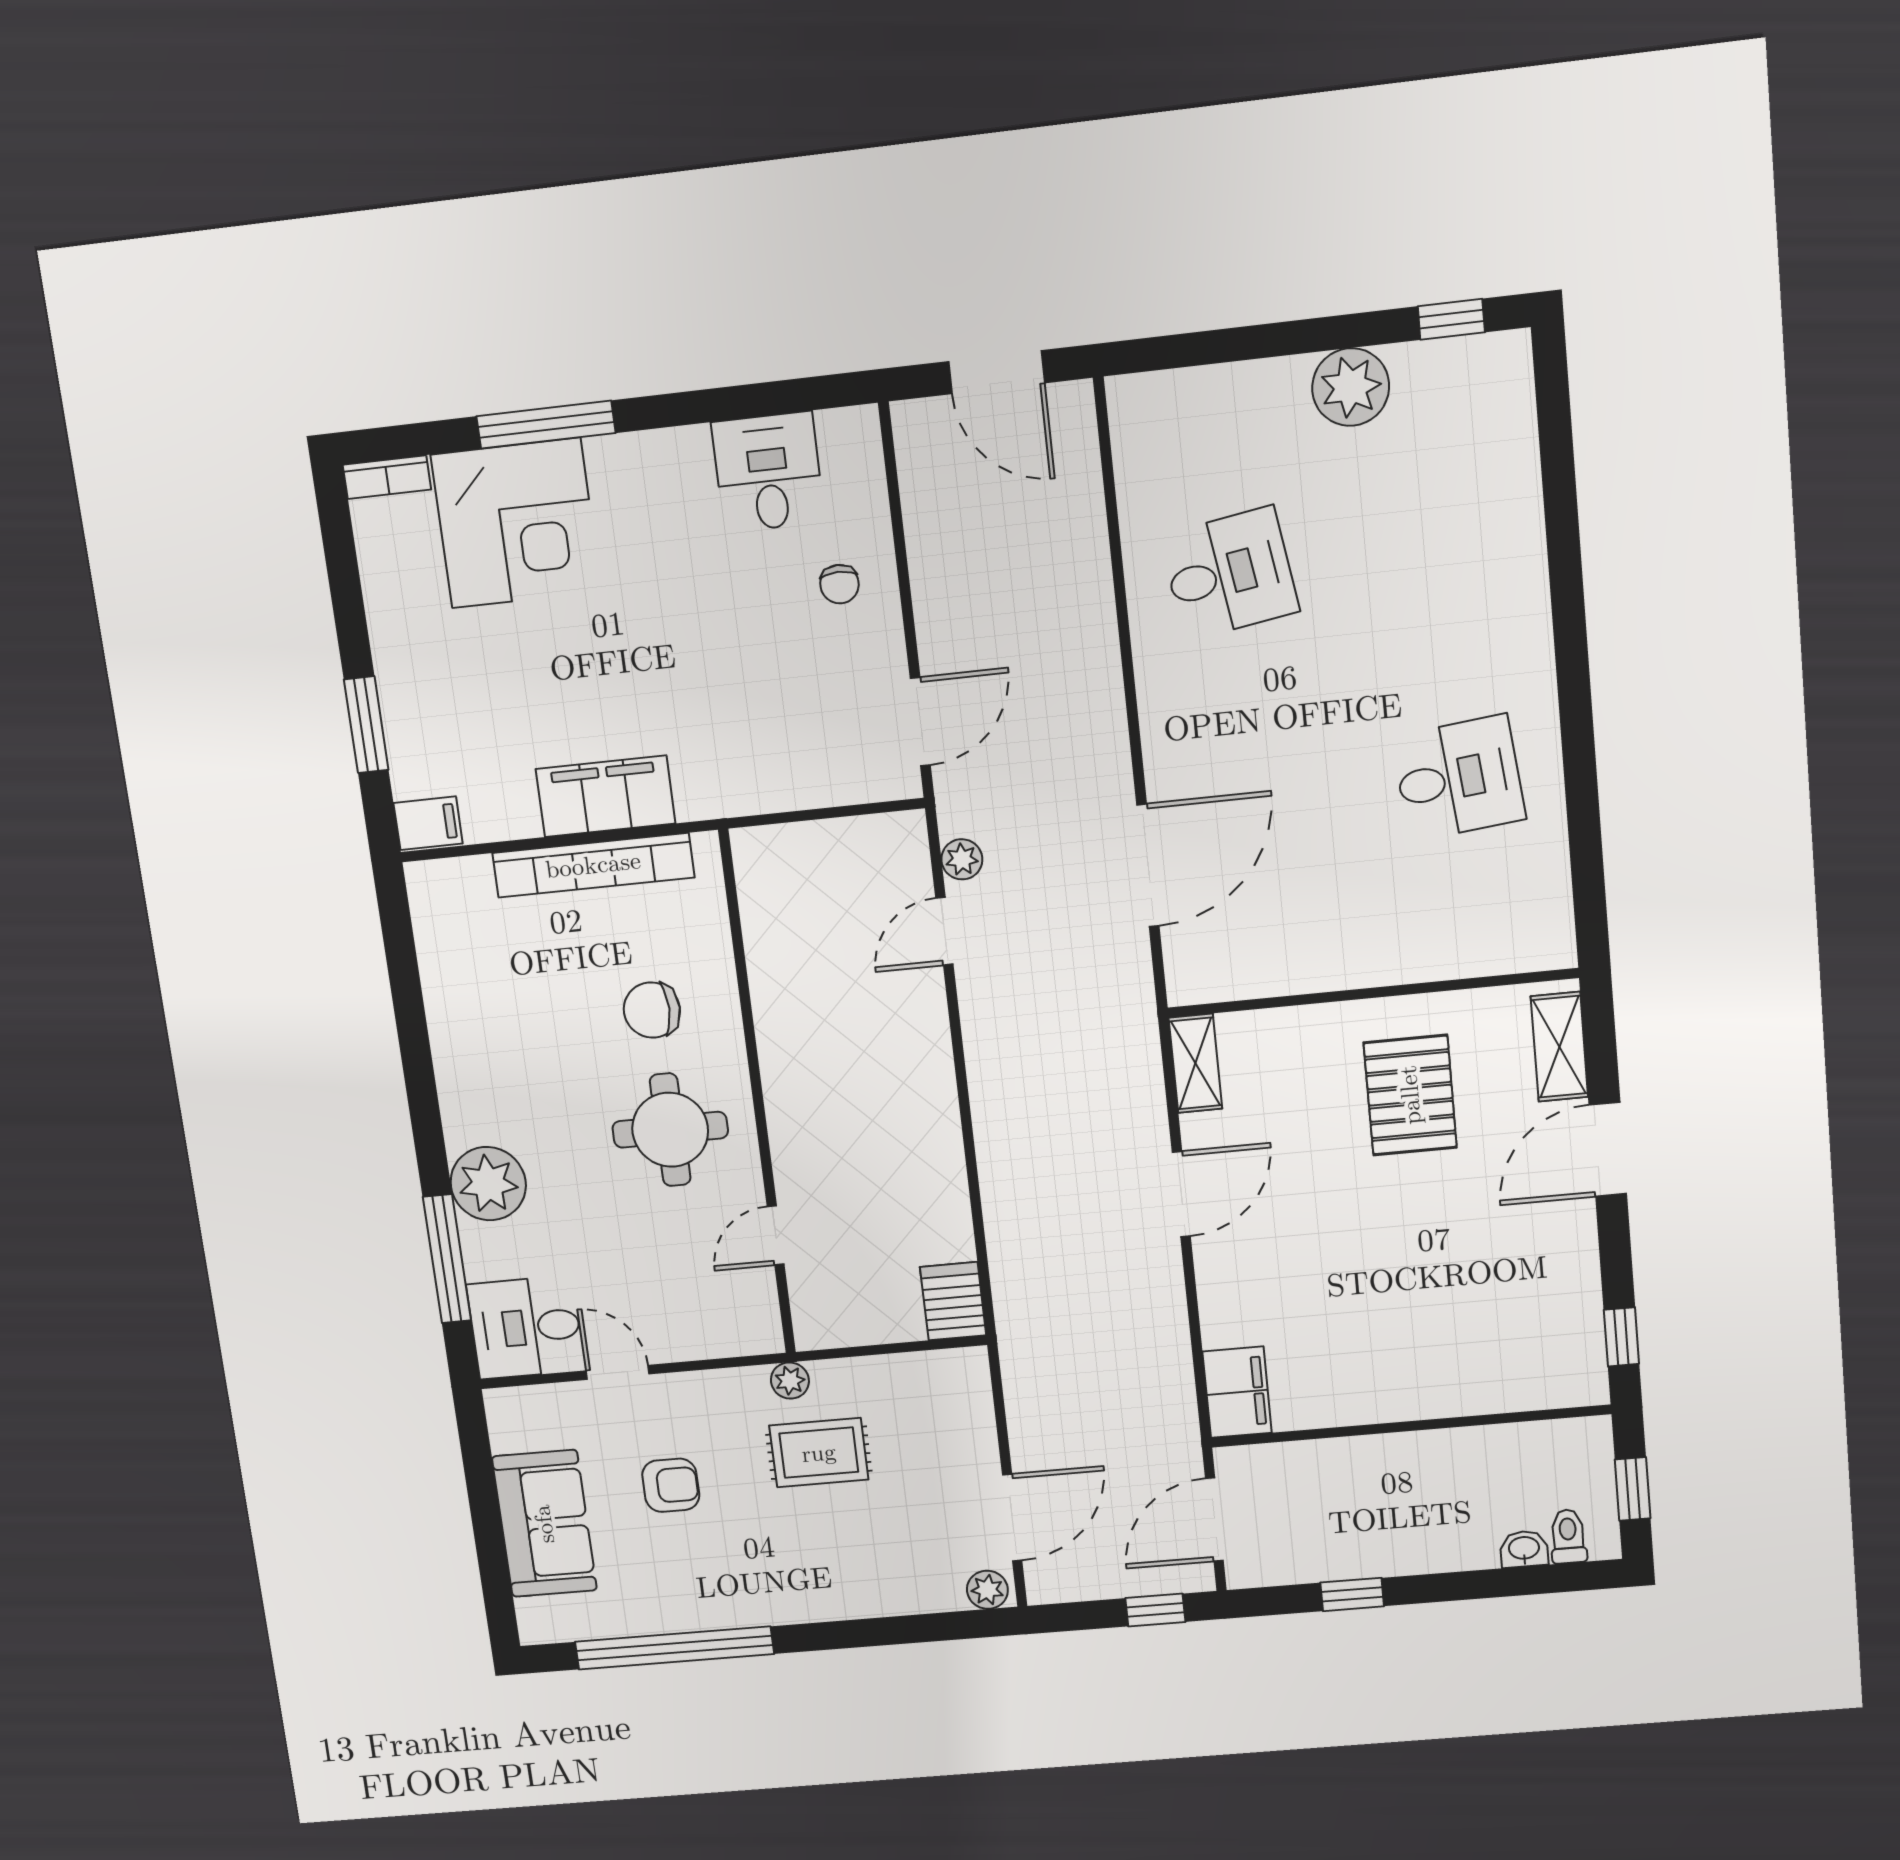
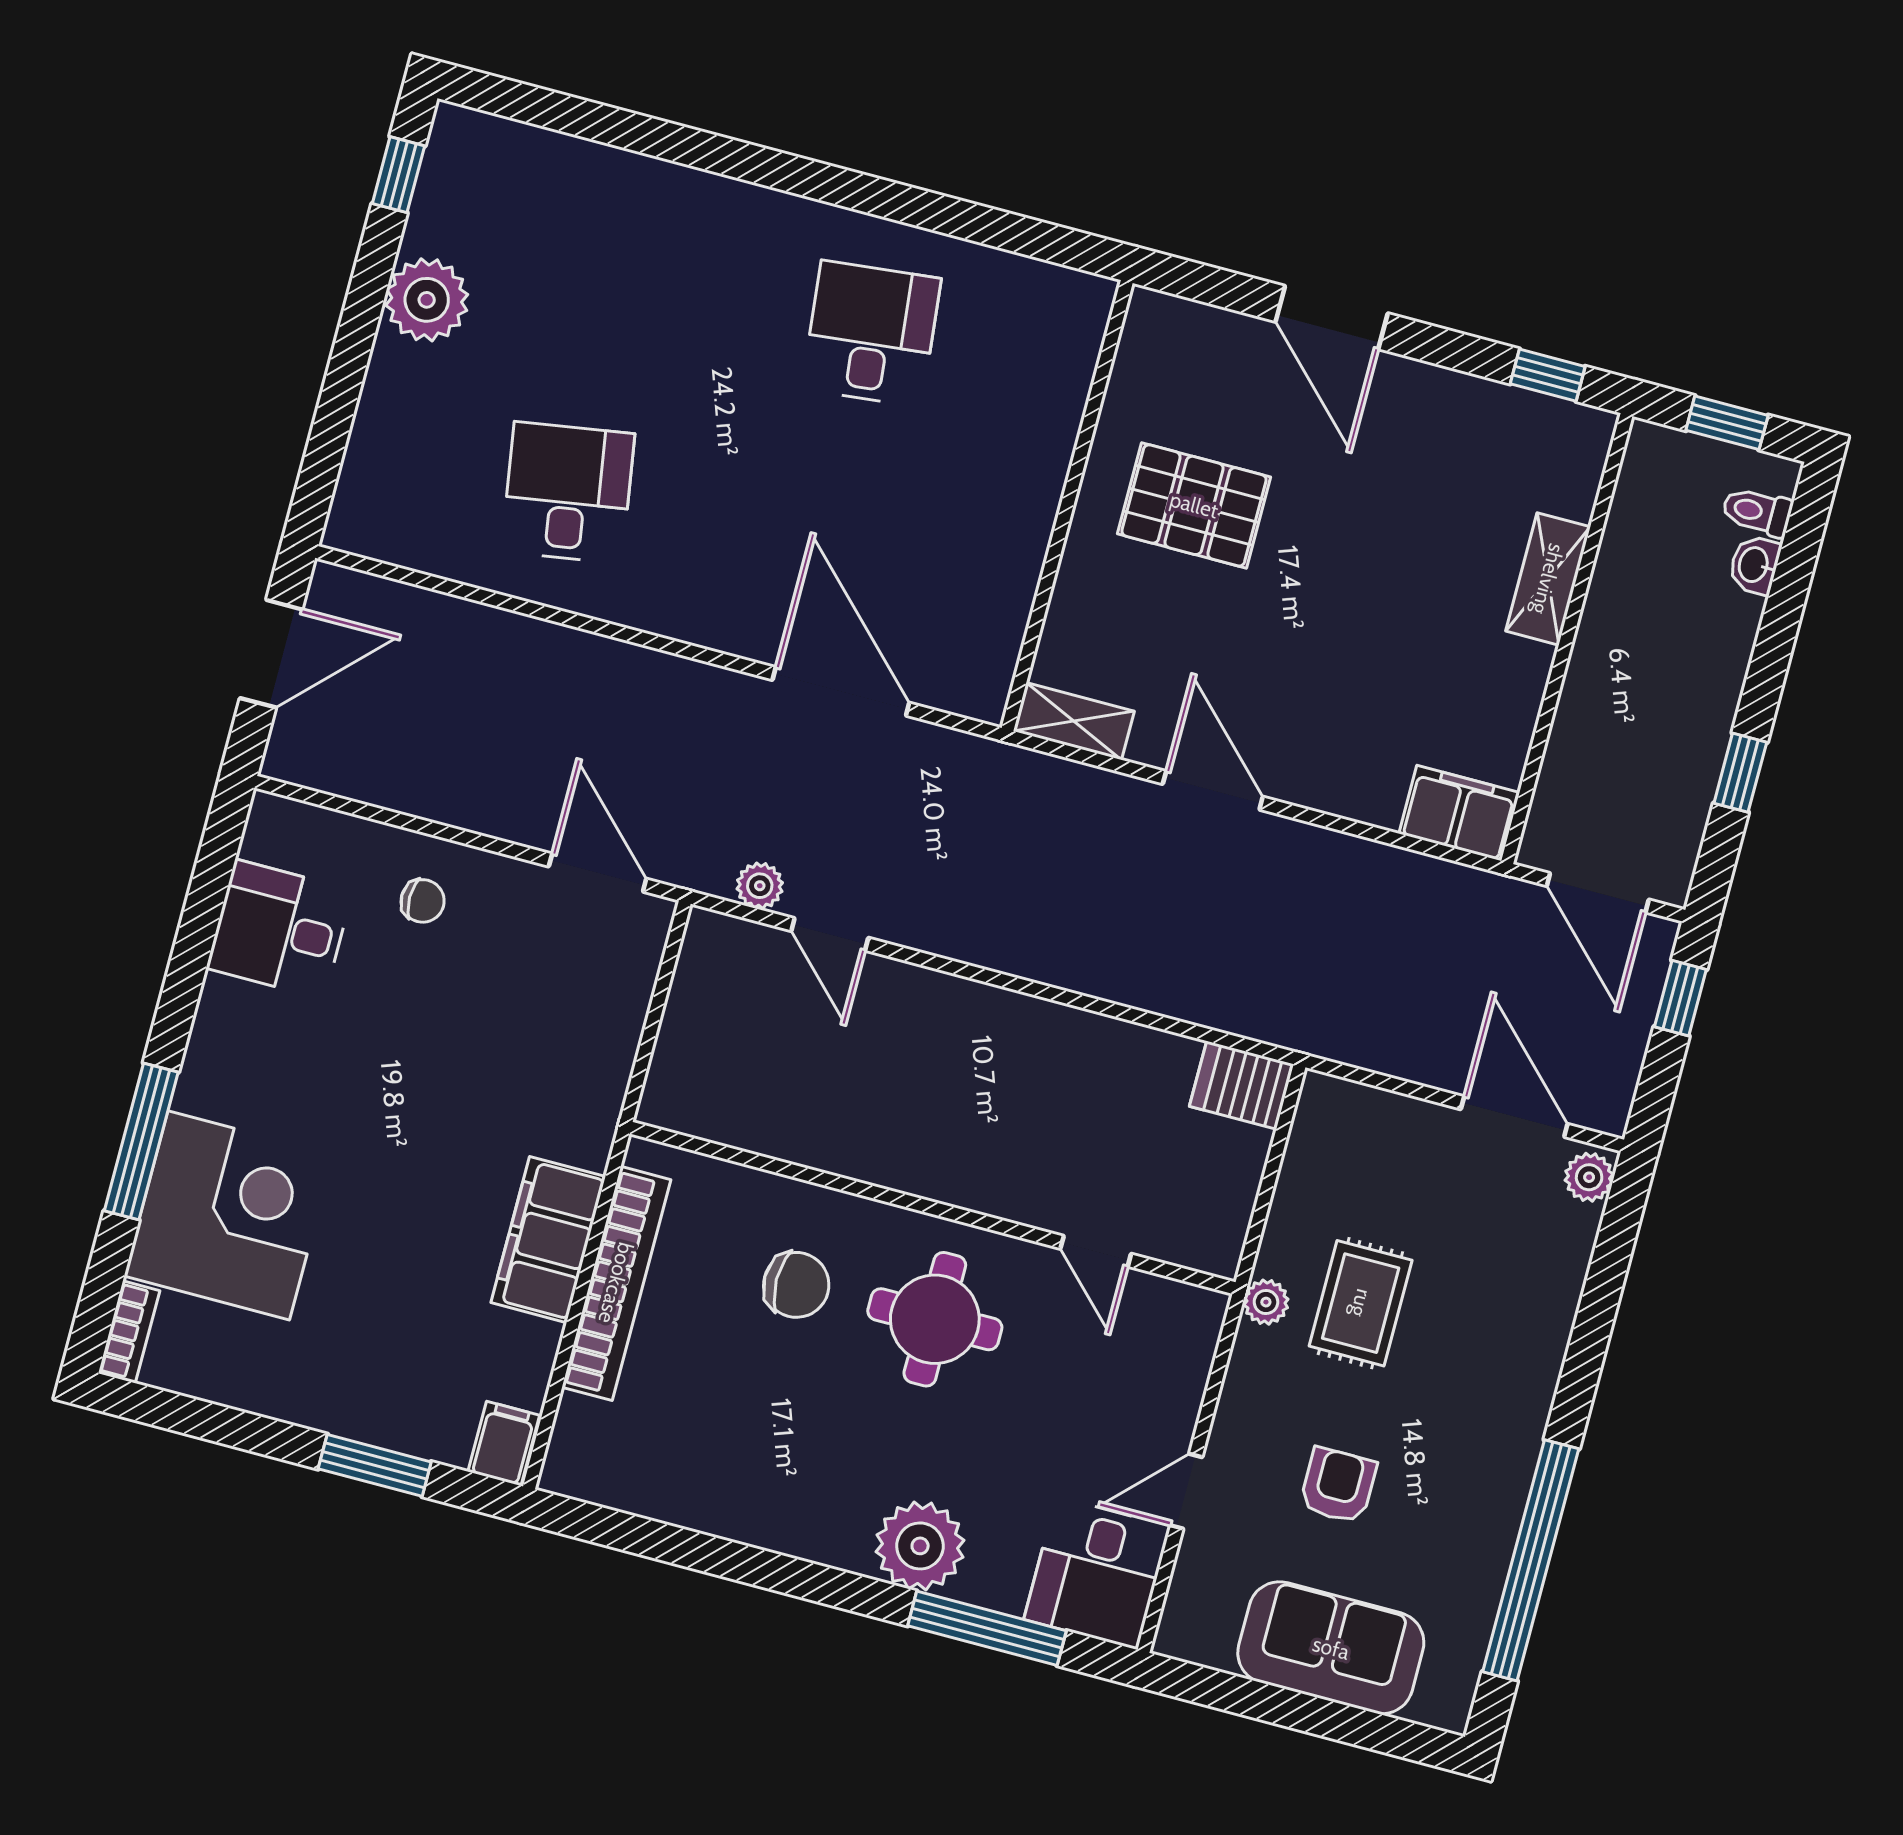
chair: (652, 1010) -> (796, 1285), turned -90
shelving: (1559, 1047) -> (1548, 579), moved, turned 90

